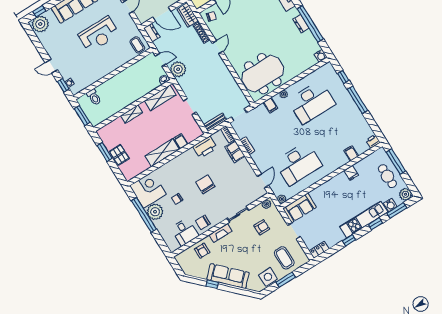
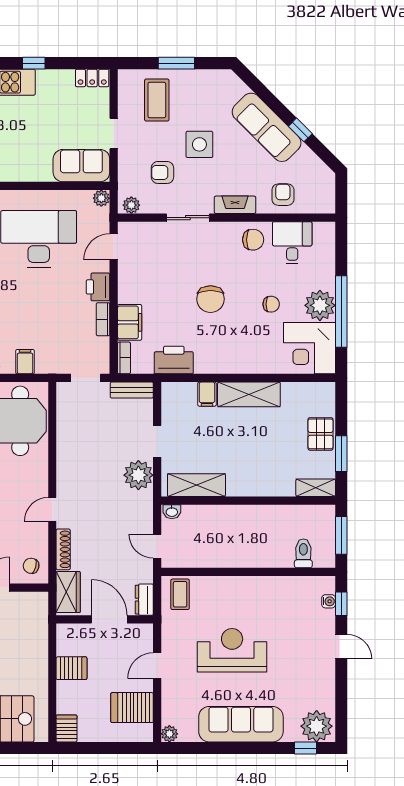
plant: (178, 69) -> (138, 475), moved
shelving: (132, 114) -> (316, 488), moved
printer: (259, 159) -> (98, 287), added
side table: (268, 277) -> (199, 144), moved

